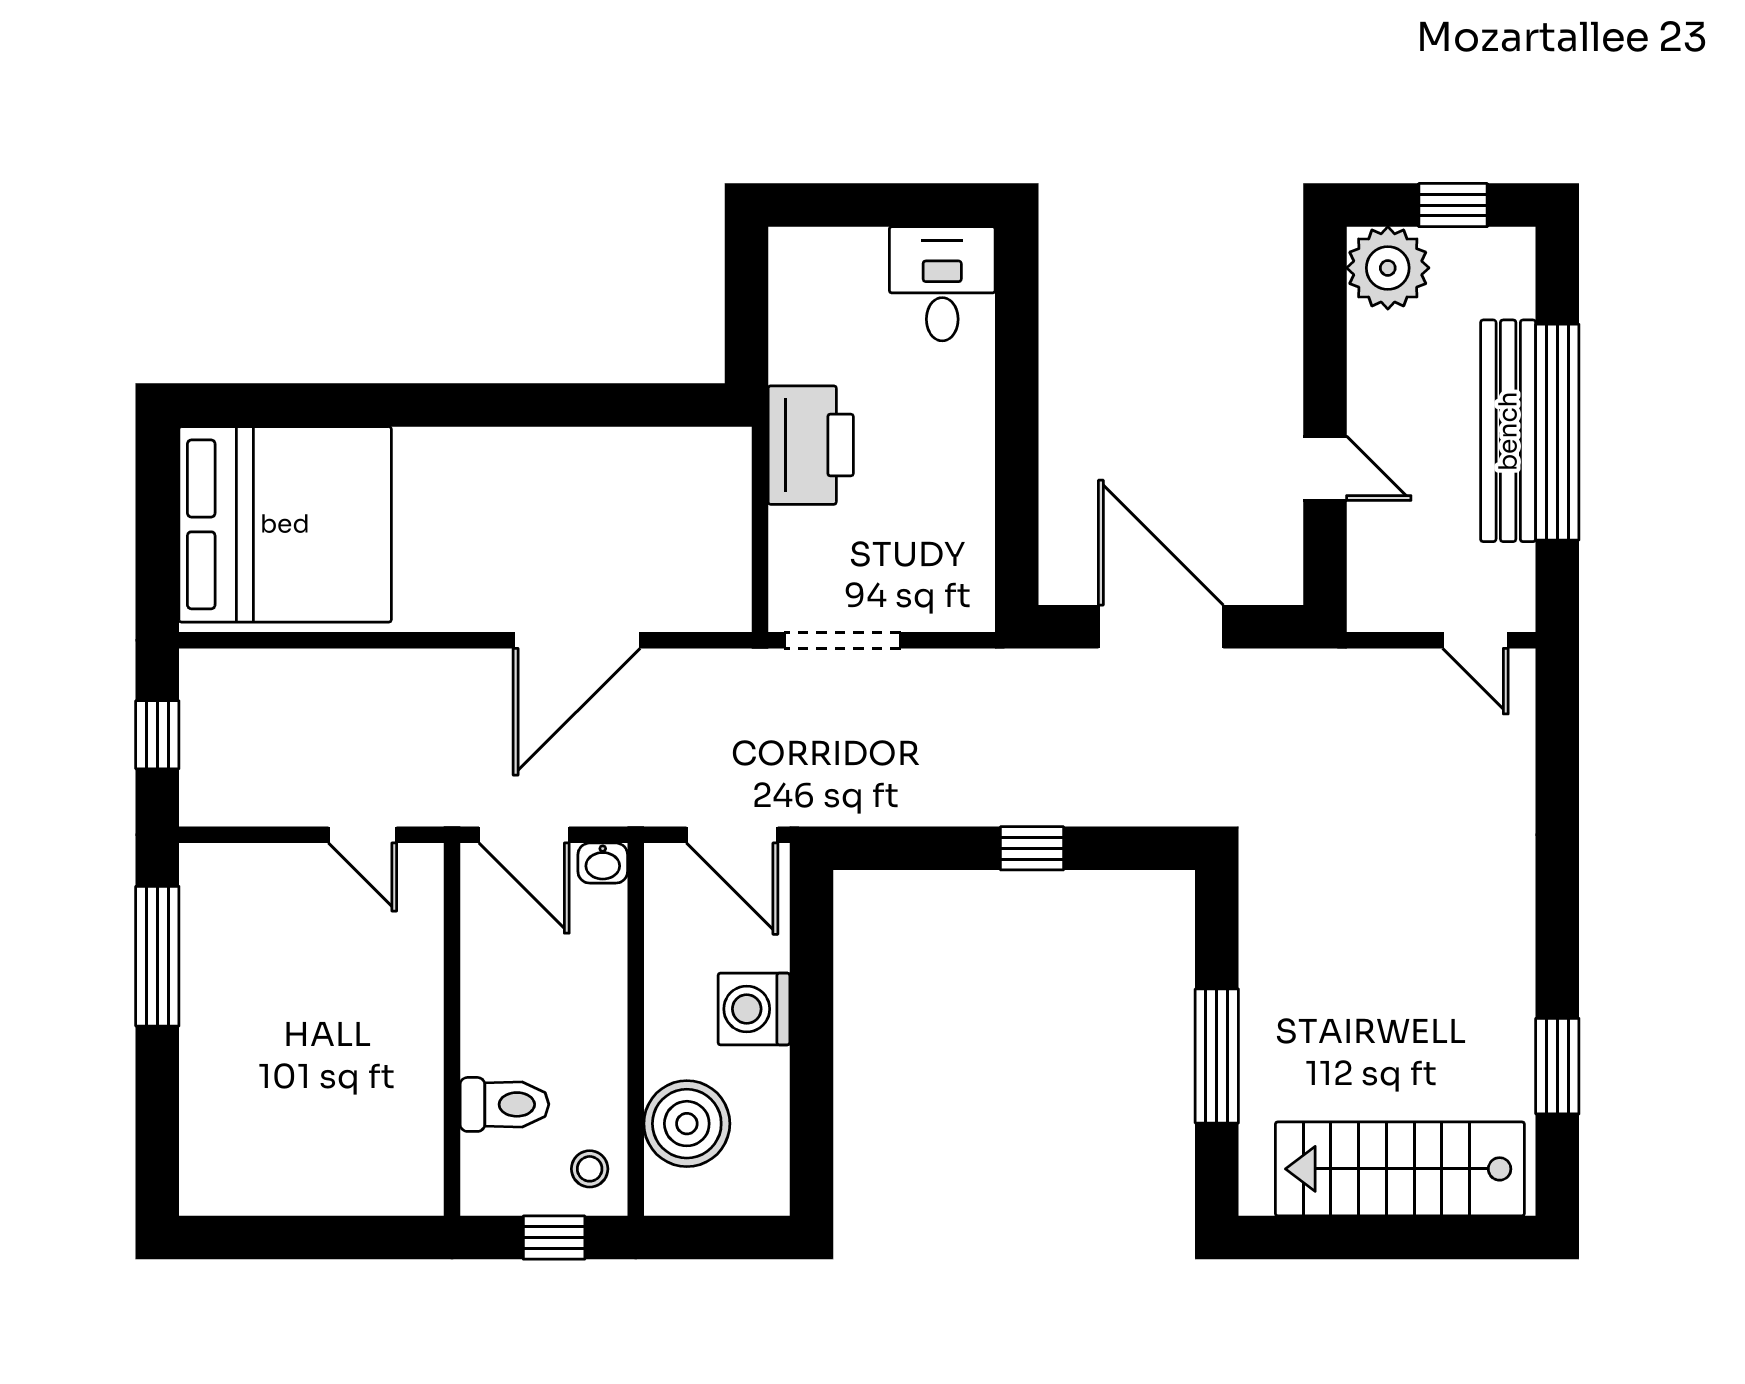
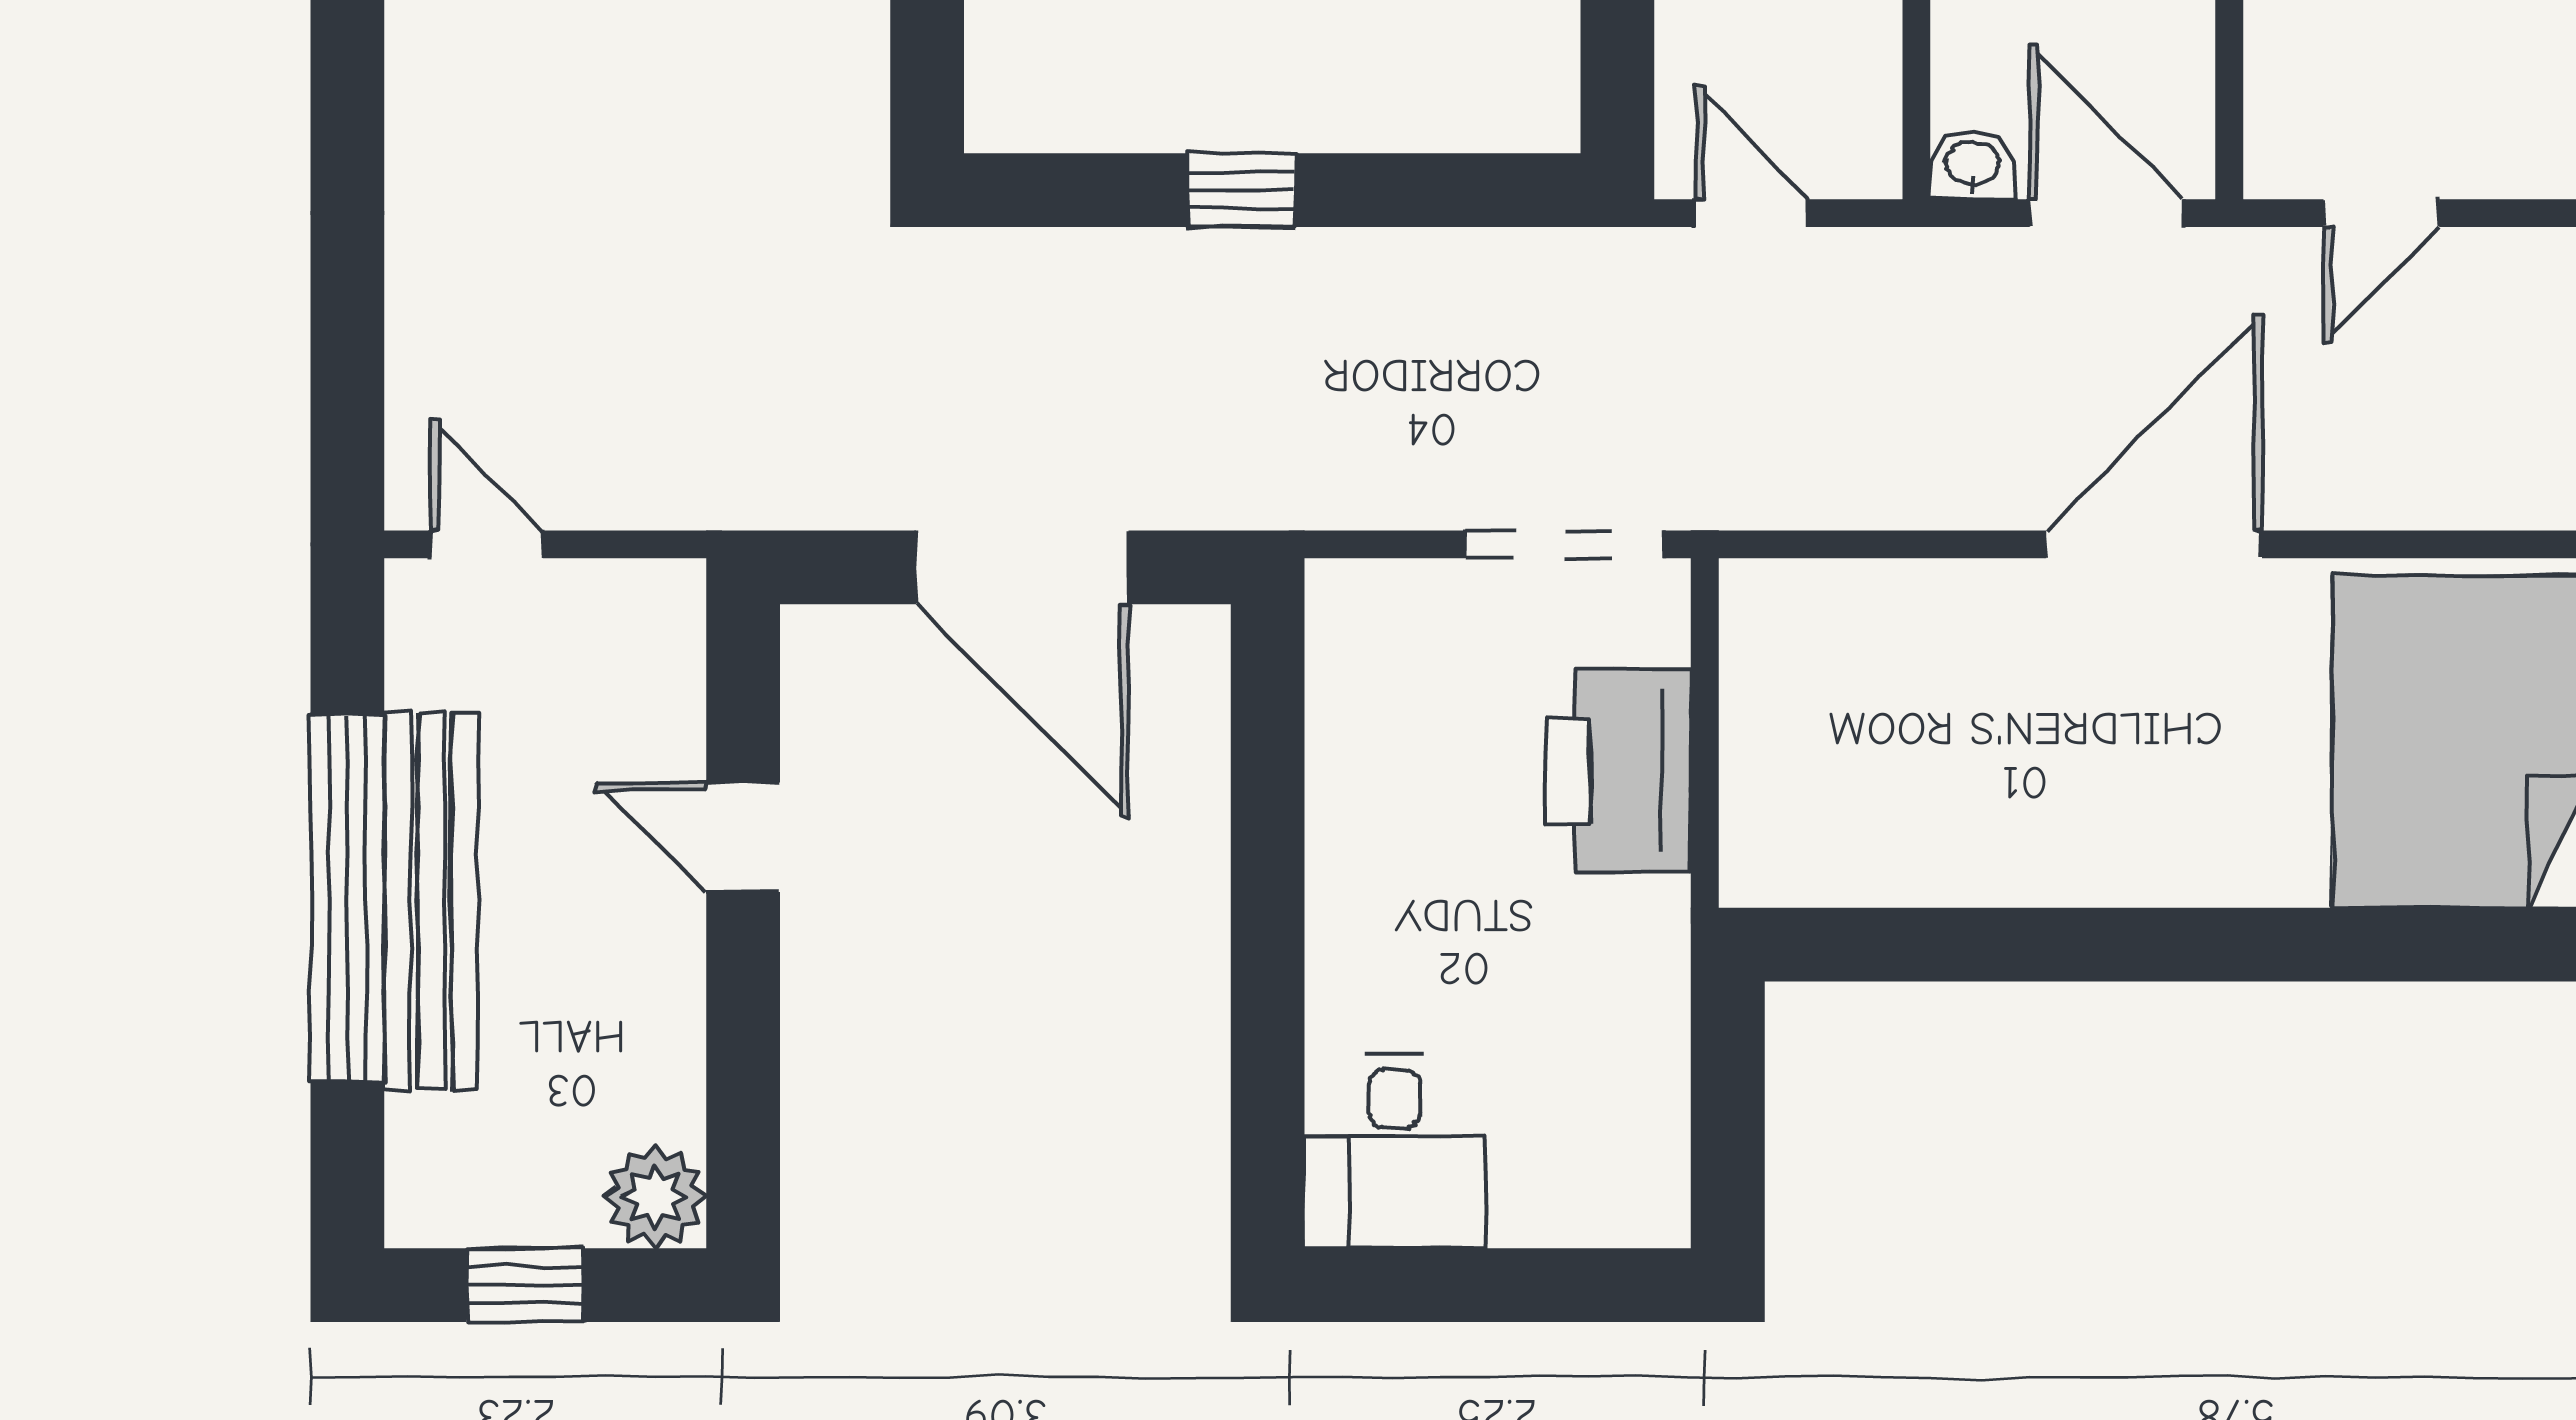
plant: (1388, 268) -> (655, 1197), width x0.73, depth x0.73
printer: (811, 445) -> (1618, 771), moved
door: (577, 640) -> (2154, 544), moved
door: (363, 835) -> (2381, 213), swing flipped
door: (732, 835) -> (1752, 213), width x0.73

